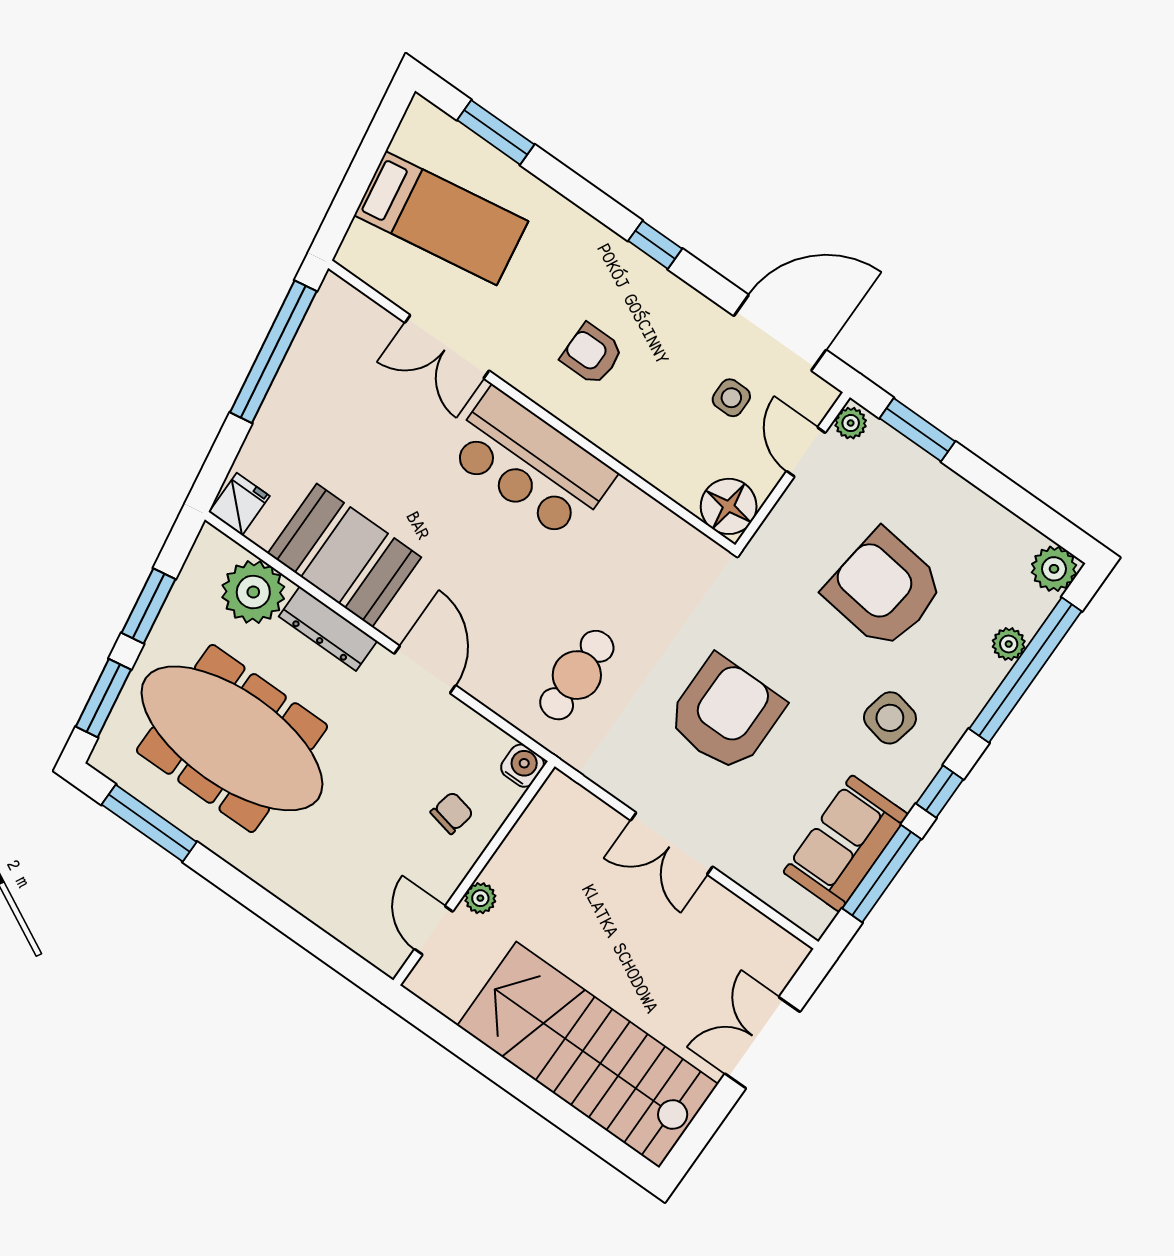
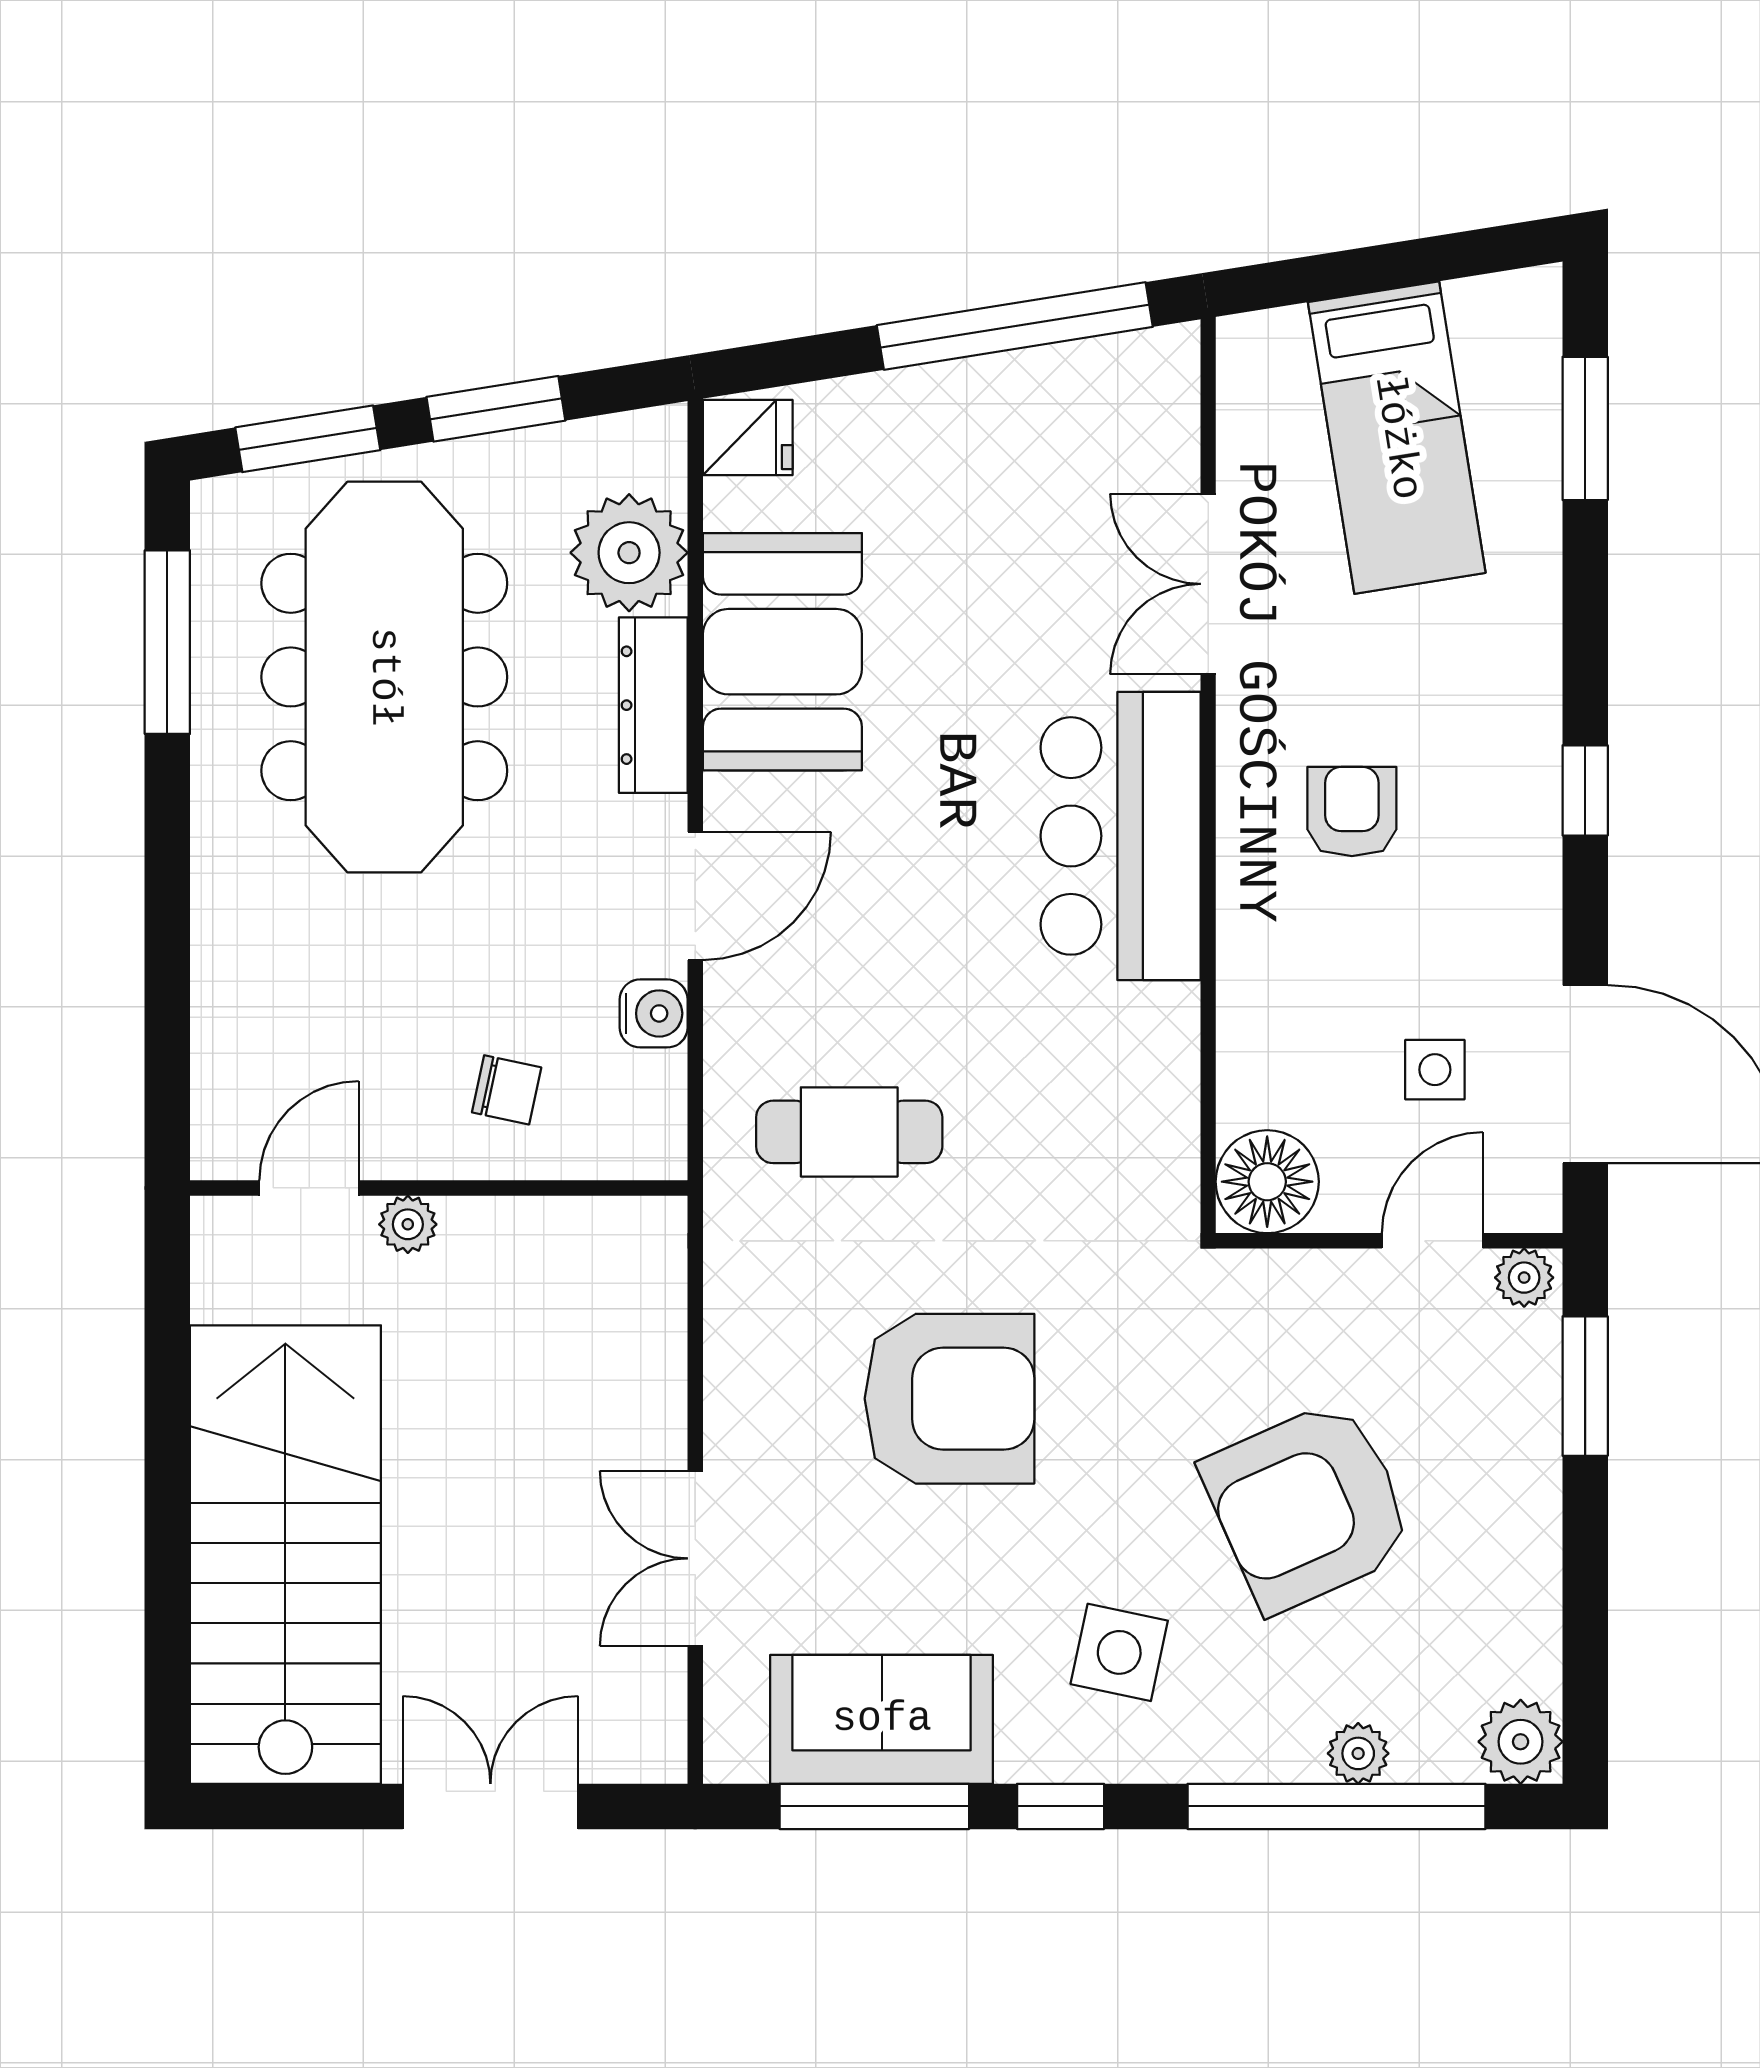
armchair: (884, 589) -> (1308, 1506), turned -121
water cooler: (522, 766) -> (654, 1013), moved
double door: (672, 843) -> (695, 1558), moved

